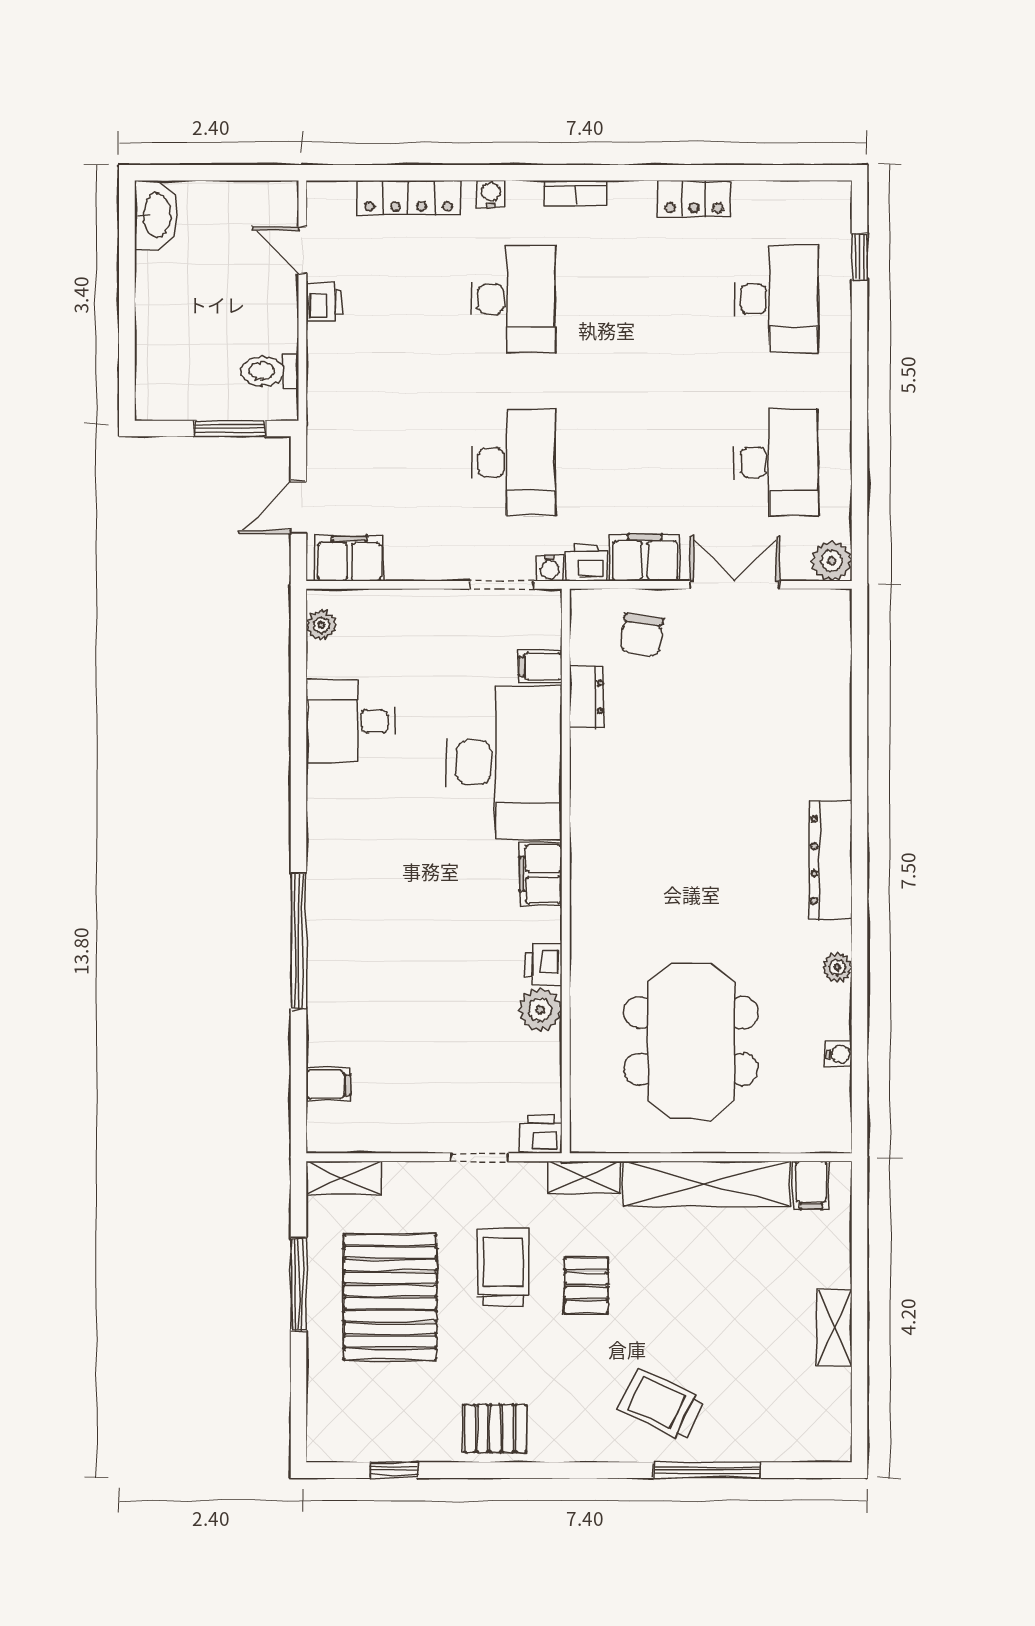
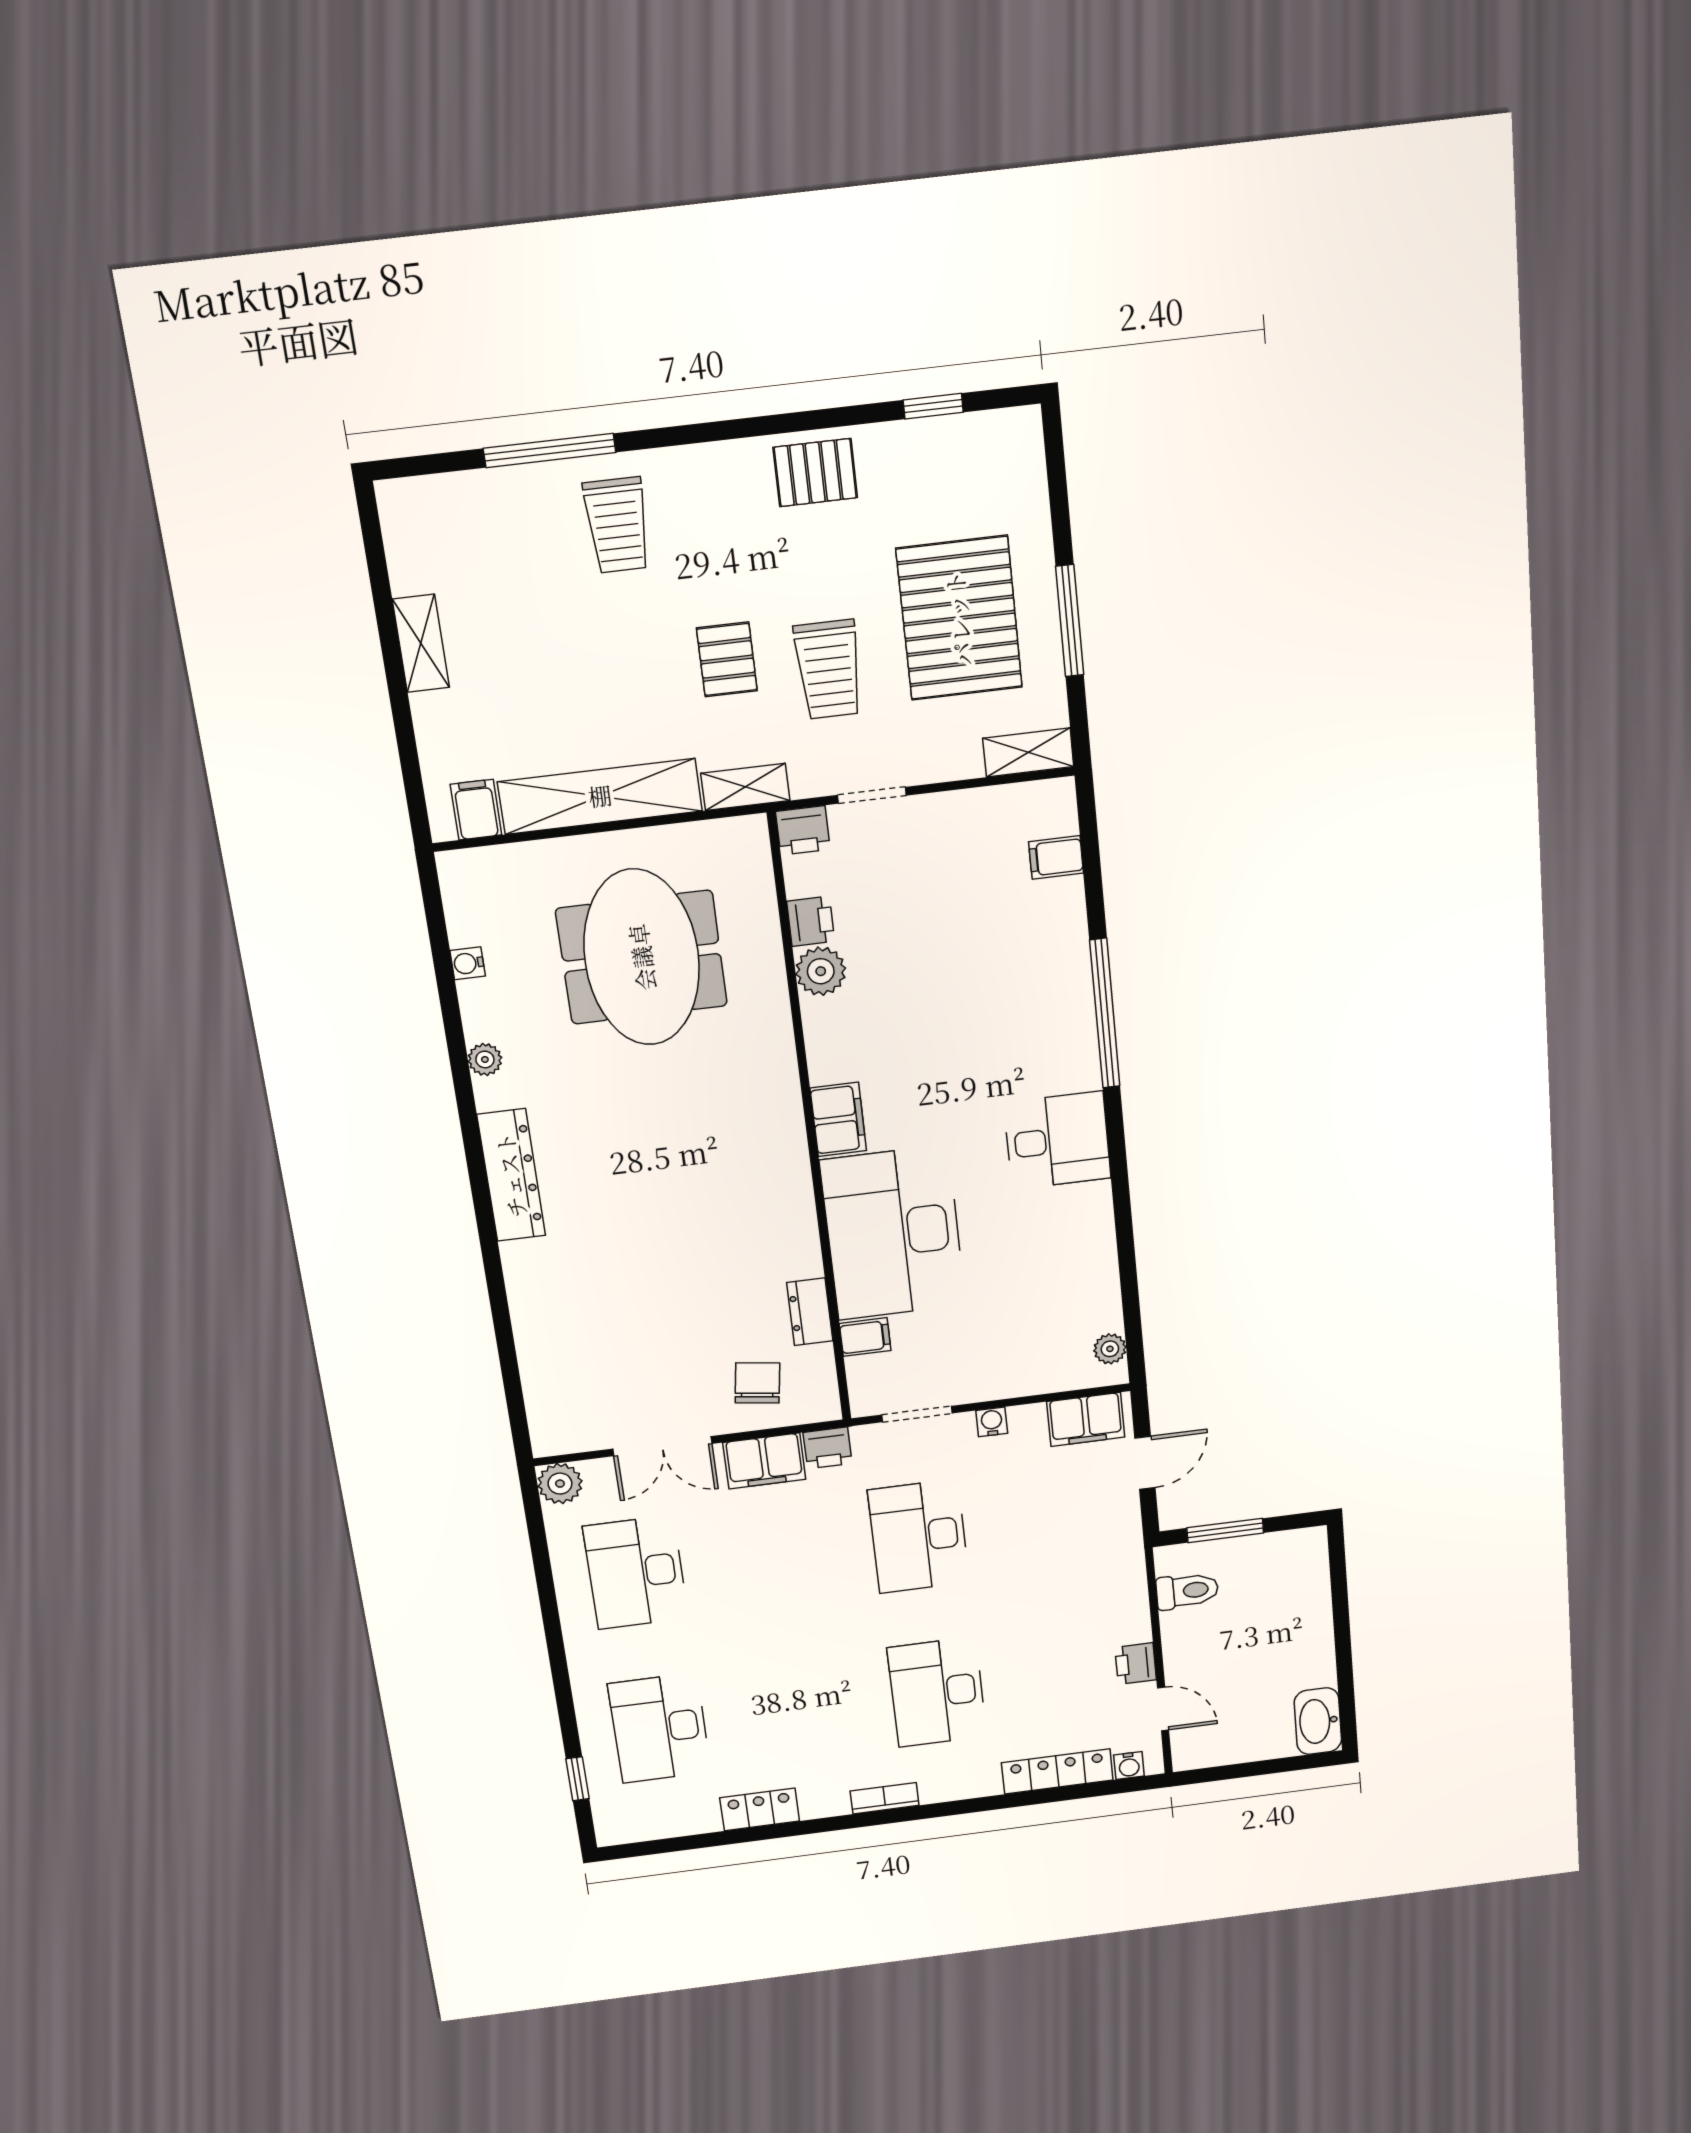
water cooler: (491, 194) -> (1129, 1765), moved
water cooler: (550, 568) -> (992, 1422), moved
desk: (351, 721) -> (1057, 1140), moved
printer: (543, 965) -> (811, 921), moved
trolley: (661, 1405) -> (617, 525), turned 65

